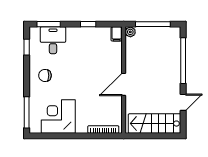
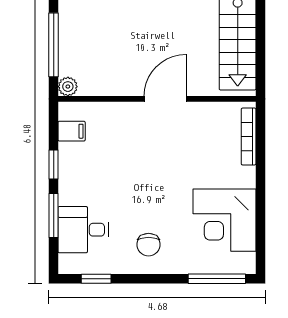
window: (49, 24) -> (54, 216), moved
filing cabinet: (117, 34) -> (72, 131), moved
door: (124, 84) -> (165, 99), swing flipped

